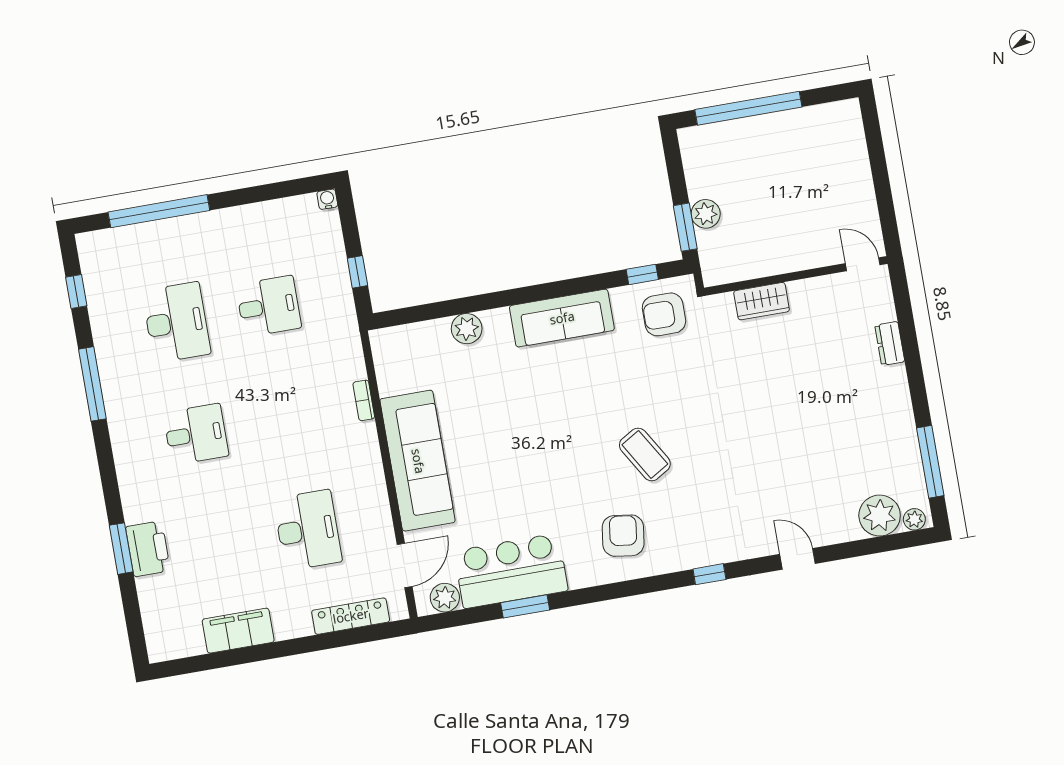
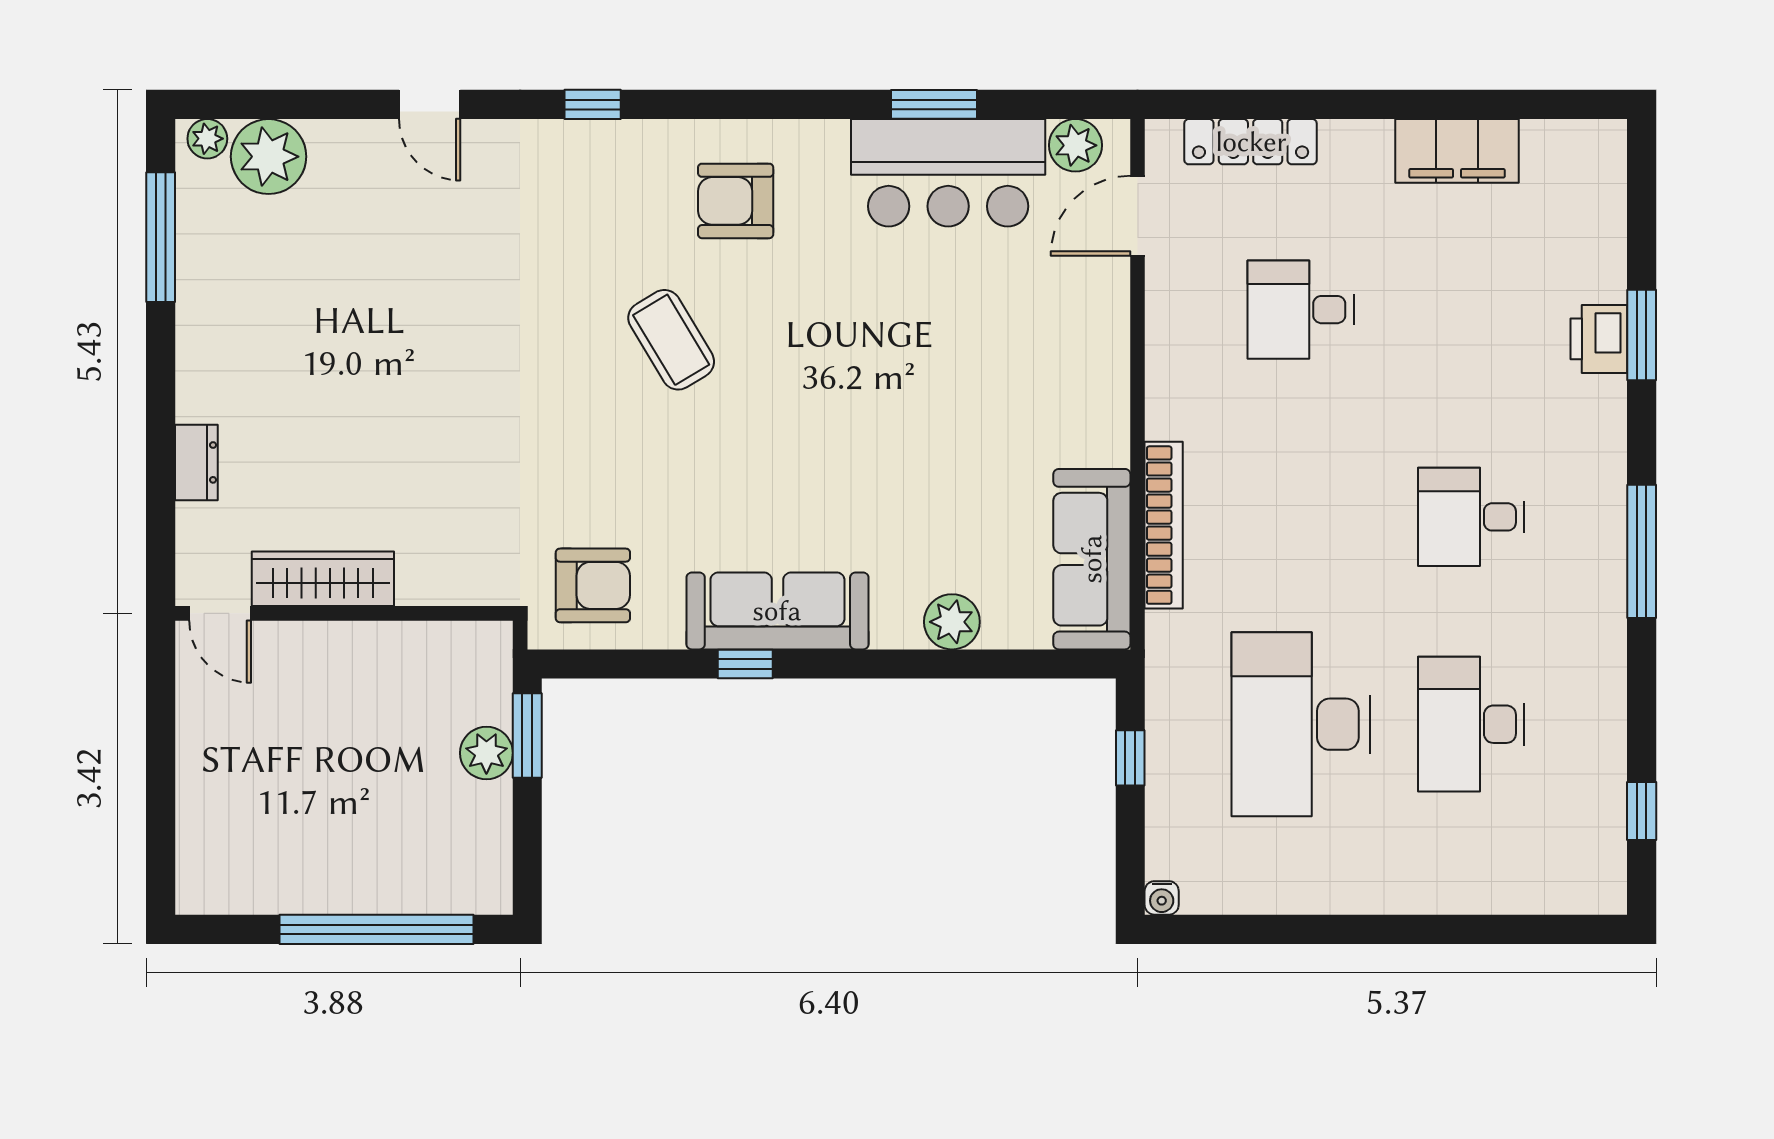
window: (159, 211) -> (1468, 929), removed
window: (642, 274) -> (745, 664), moved
wardrobe: (762, 301) -> (323, 579), moved, width x1.50
desk: (269, 306) -> (1301, 724), width x1.87, depth x1.30
window: (92, 384) -> (1642, 551), moved
bookcase: (364, 400) -> (1164, 525), width x2.31, depth x1.31
sofa: (418, 461) -> (1092, 559), moved, width x0.74, depth x0.79
desk: (308, 530) -> (1301, 310), width x0.73
armchair: (623, 536) -> (736, 201), turned 82
printer: (148, 549) -> (1599, 339), width x0.73, depth x0.84

